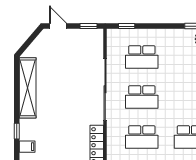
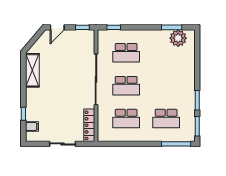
door: (58, 26) -> (57, 27), swing flipped
shelving: (28, 88) -> (32, 70), width x0.68

